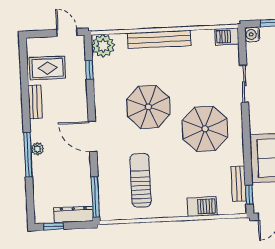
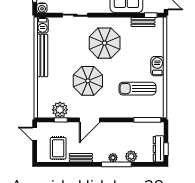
door: (67, 33) -> (35, 134), hinge flipped
bench: (159, 39) -> (42, 55), moved
plant: (103, 46) -> (60, 110), moved
door: (93, 137) -> (90, 120), moved
plant: (41, 176) -> (131, 156), added
barbecue: (202, 207) -> (157, 66), moved
dresser: (74, 214) -> (159, 149), moved

